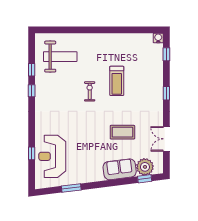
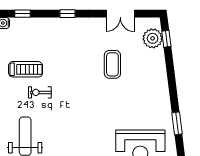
treadmill: (117, 81) -> (26, 69), moved
exercise bike: (90, 91) -> (40, 92), moved
sofa: (120, 169) -> (155, 68), removed

